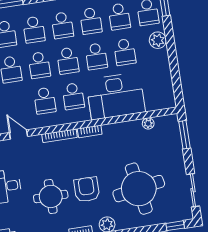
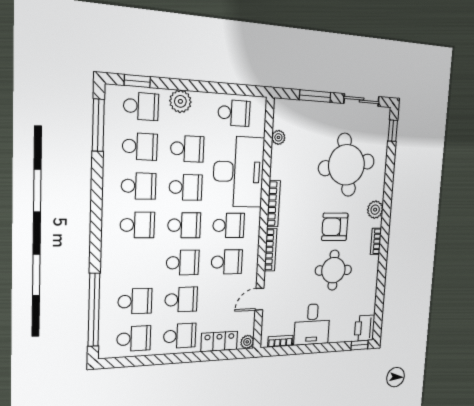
school desk: (34, 30) -> (234, 113), moved
bookcase: (90, 131) -> (274, 204), width x1.56
window: (184, 135) -> (315, 96), moved

